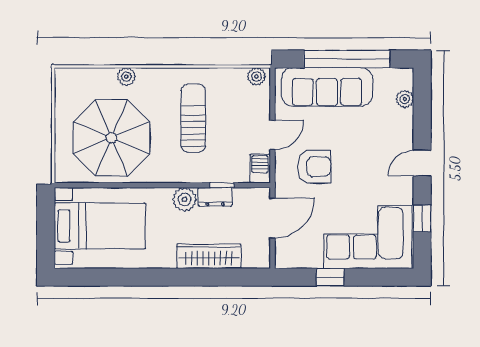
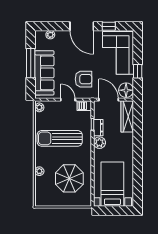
window: (347, 59) -> (31, 63), width x0.68
sun lounger: (193, 118) -> (60, 138), width x1.36, depth x1.34
parasol: (111, 138) -> (69, 178), width x0.73, depth x0.73
door: (422, 163) -> (82, 26), width x1.88
armchair: (314, 167) -> (83, 79), turned 90
floor lamp: (292, 254) -> (126, 90), added
wardrobe: (209, 256) -> (127, 116), moved

